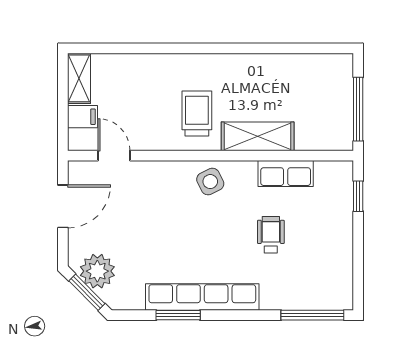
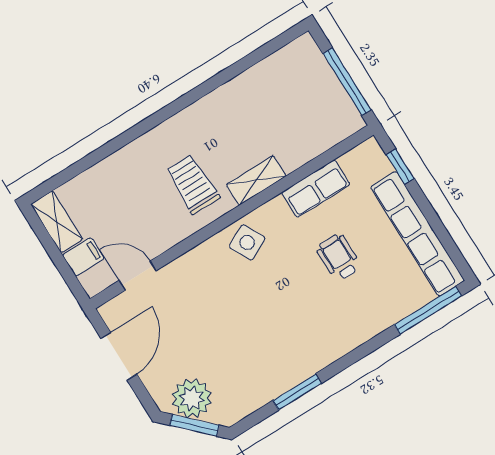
shelving: (258, 136) -> (256, 180), width x0.67, depth x0.75
row of seats: (202, 297) -> (417, 234), moved, turned -90

